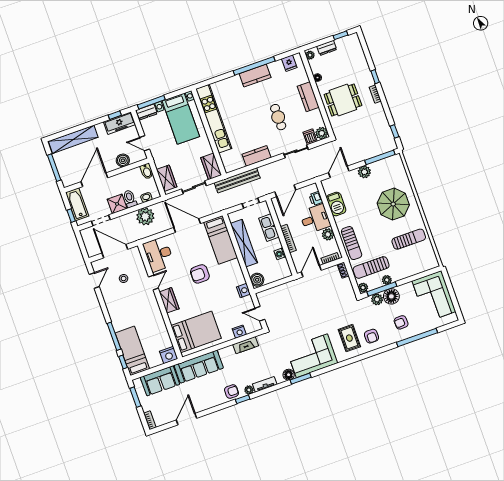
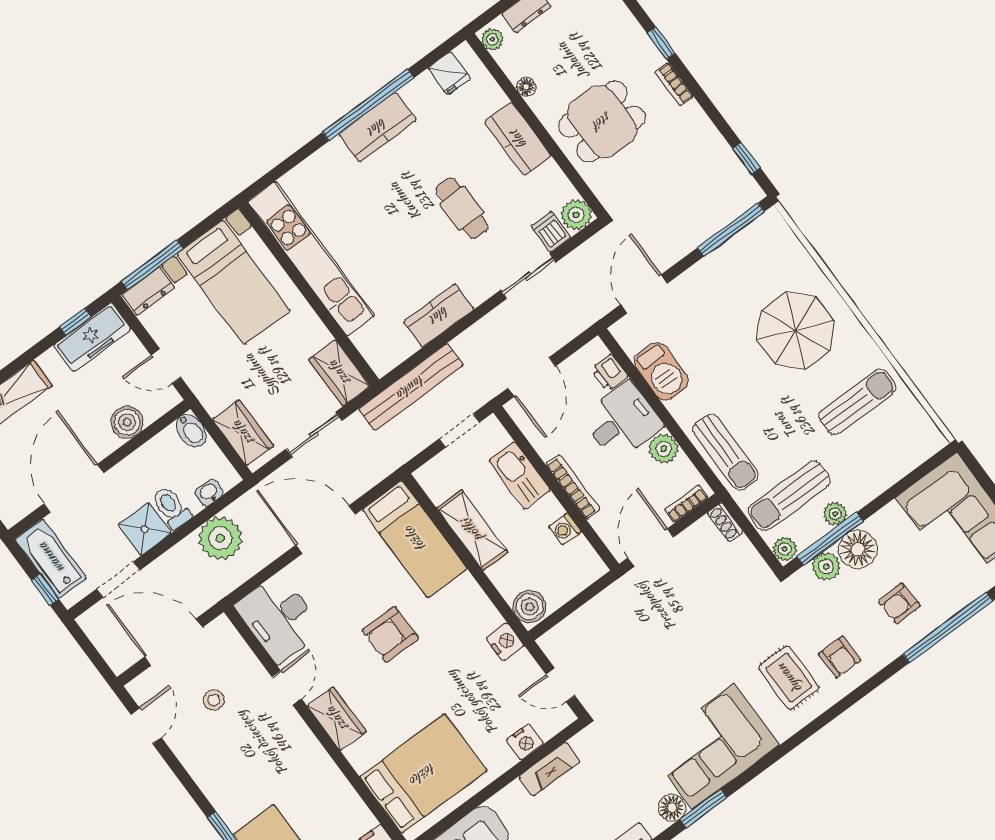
plant: (364, 172) -> (705, 275), removed
shelving: (244, 243) -> (472, 530), width x0.68

